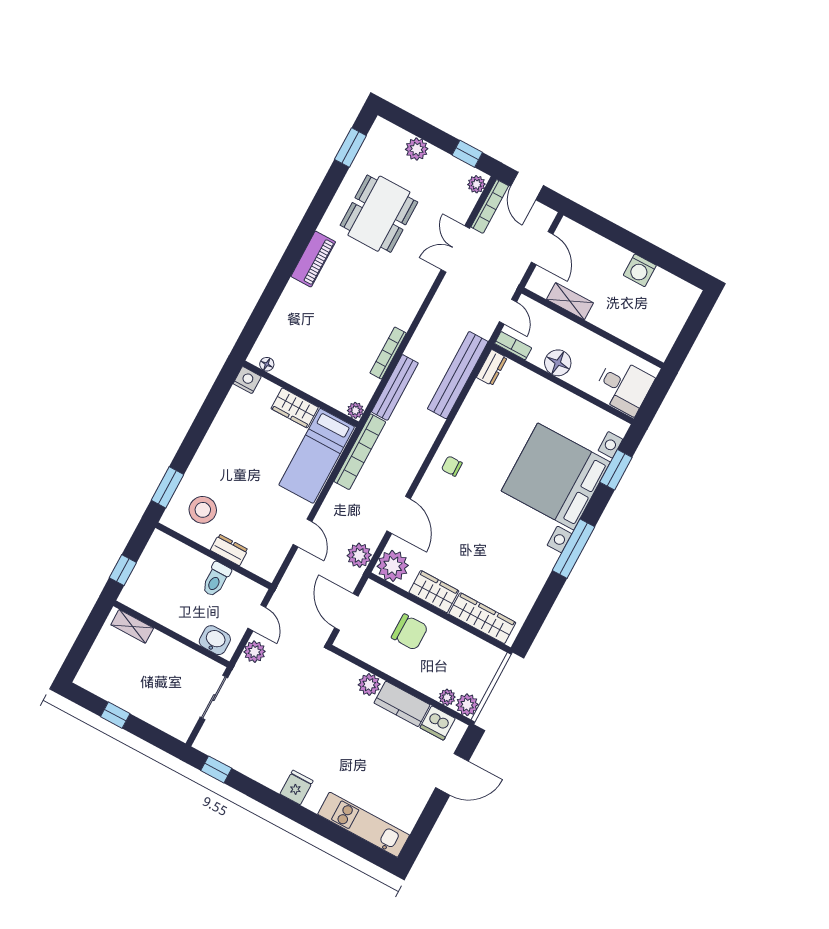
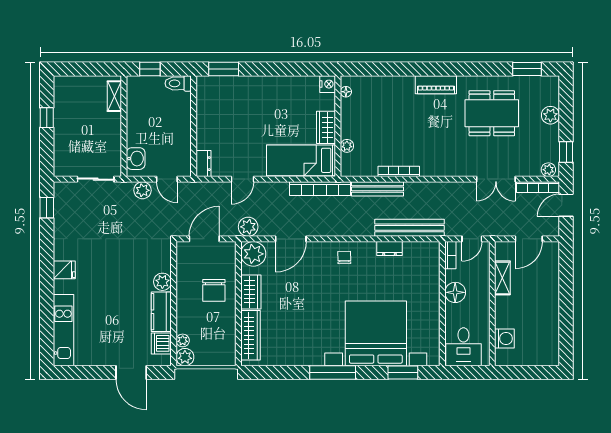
double door: (455, 249) -> (496, 179), swing flipped
washing machine: (640, 270) -> (504, 339), moved, turned 180
dresser: (492, 368) -> (389, 249), moved
plant: (355, 410) -> (347, 146), moved
stool: (203, 510) -> (221, 102), removed
dresser: (229, 550) -> (203, 164), moved
toilet: (216, 579) -> (178, 83), moved
door: (257, 618) -> (167, 179), hinge flipped

